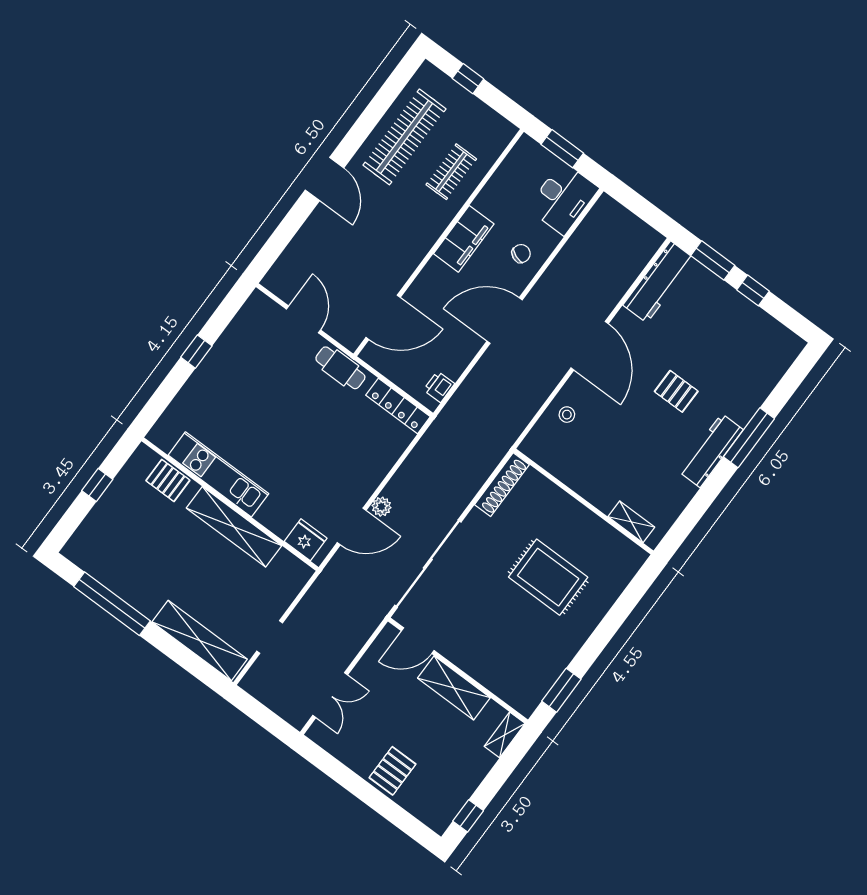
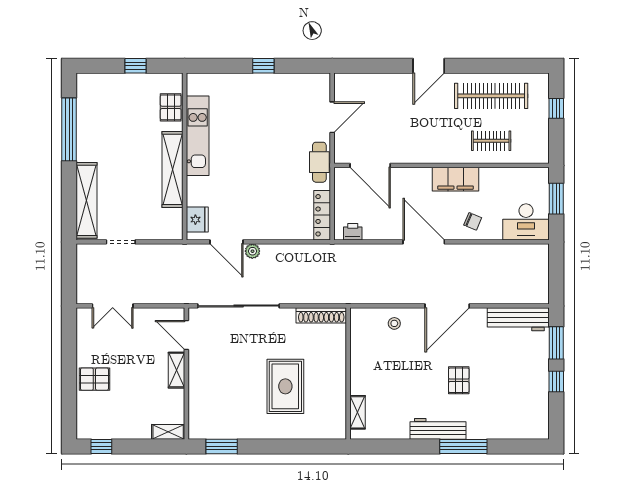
shelving: (454, 688) -> (177, 370), width x0.67, depth x0.75

